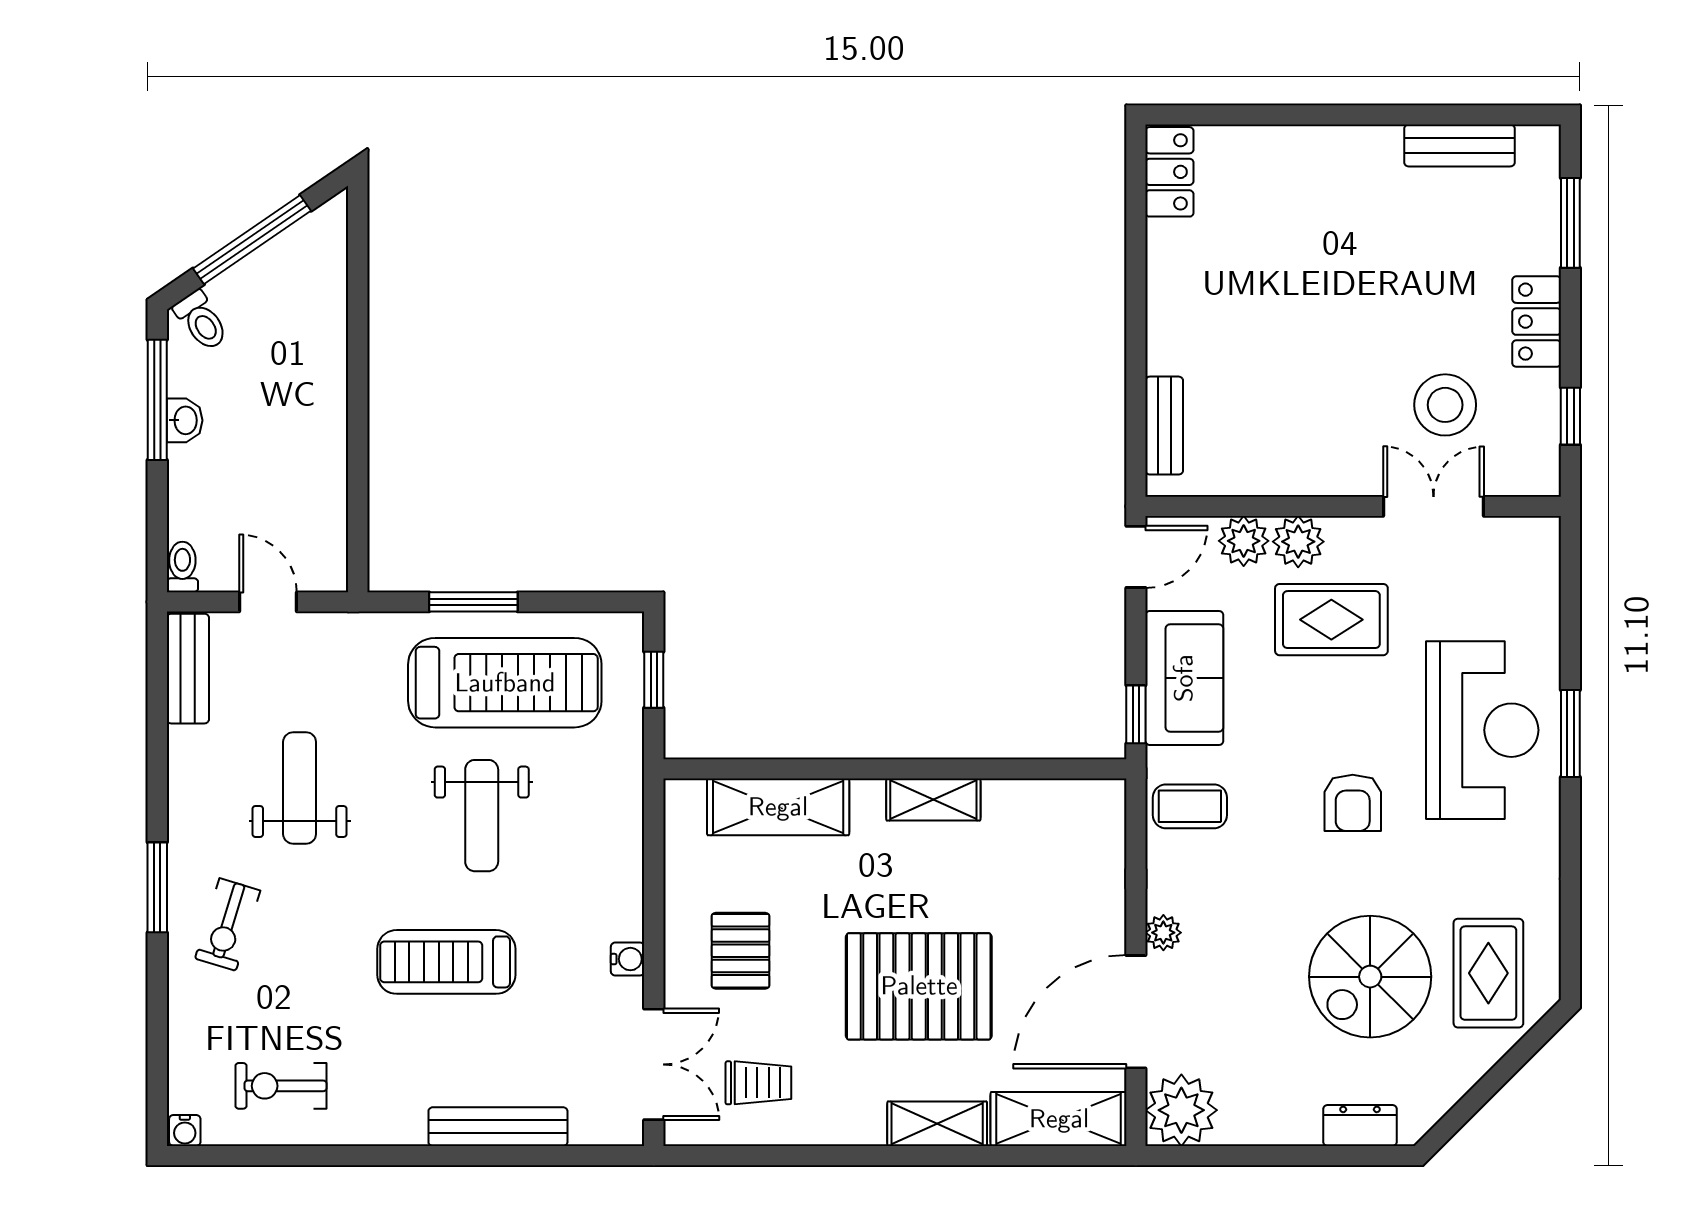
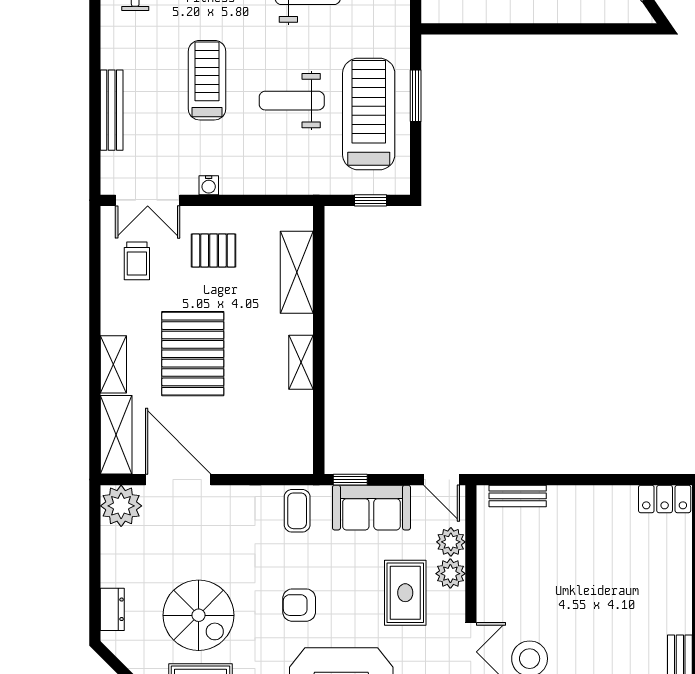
treadmill: (505, 683) -> (369, 114), turned 180
plant: (1163, 933) -> (224, 495), removed
spiral stairs: (1370, 977) -> (199, 615), turned 180

